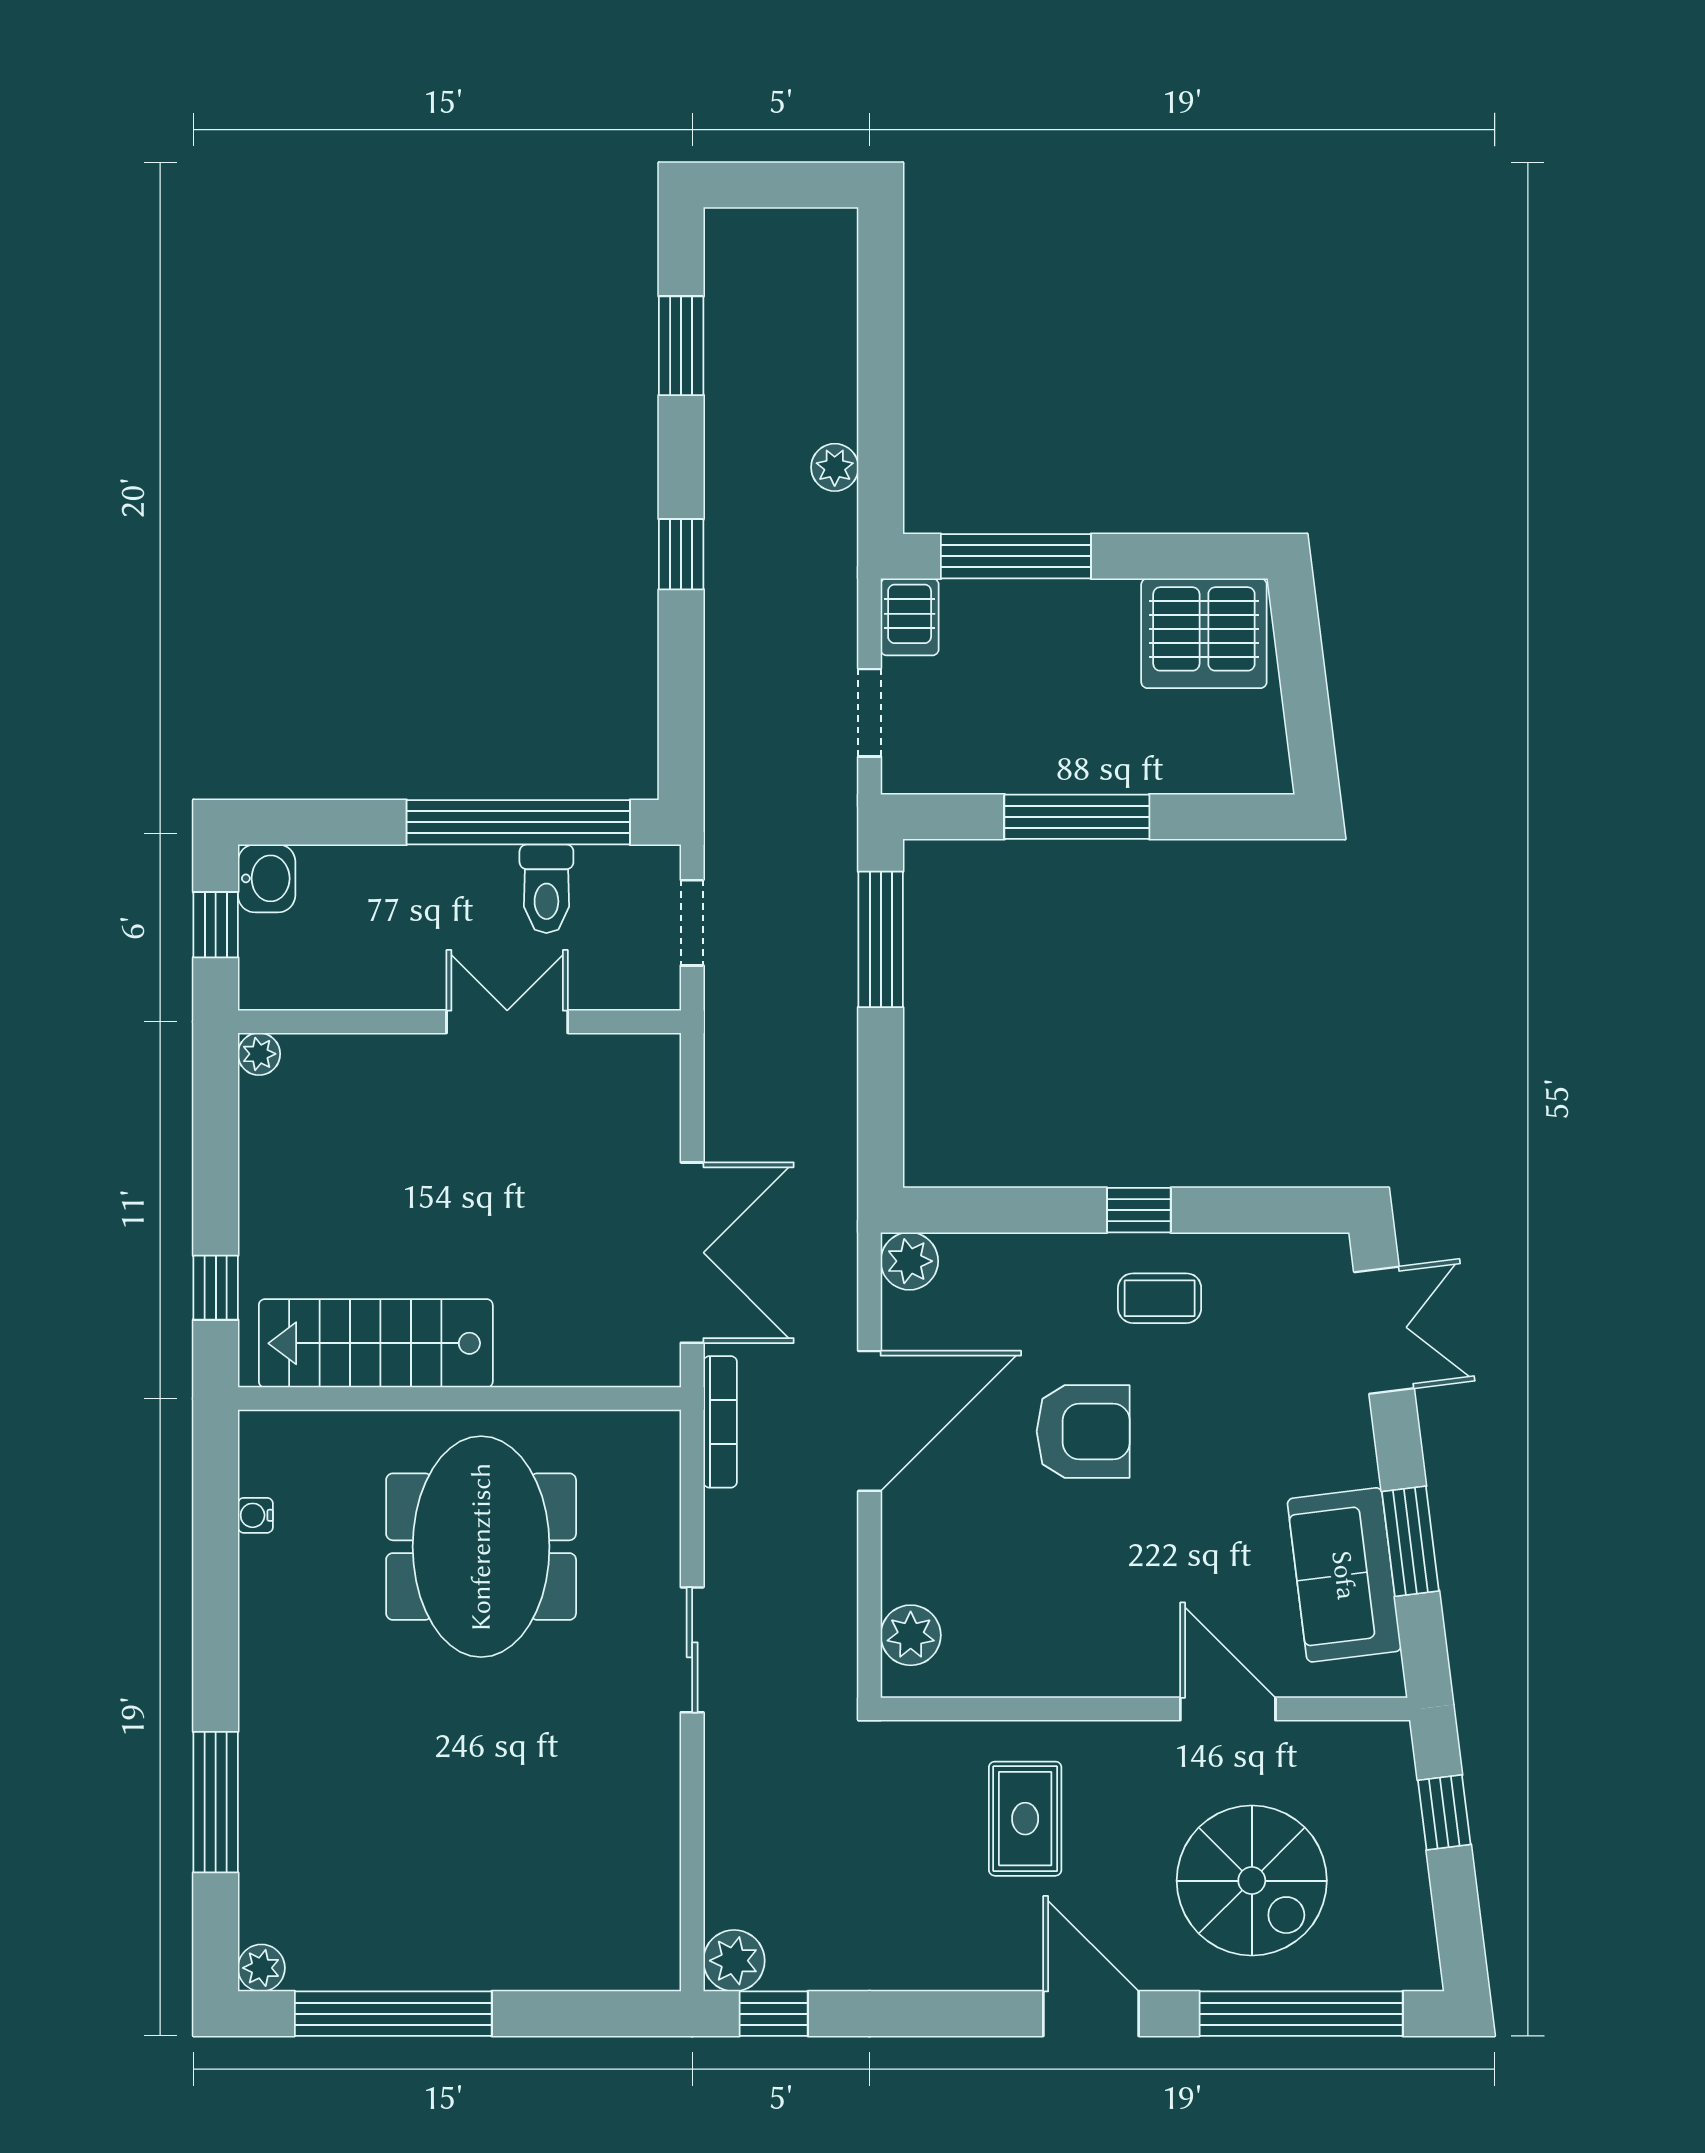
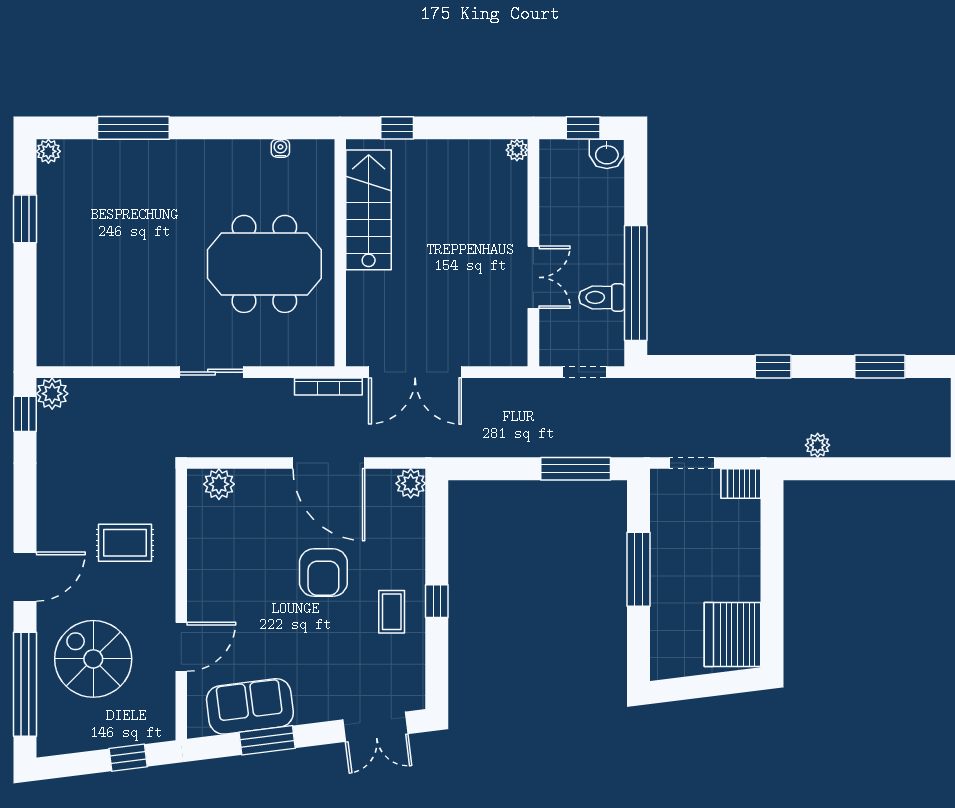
window: (1016, 556) -> (772, 538), removed
spiral stairs: (1252, 1881) -> (93, 659), turned 90
window: (393, 2014) -> (25, 219), width x0.47

